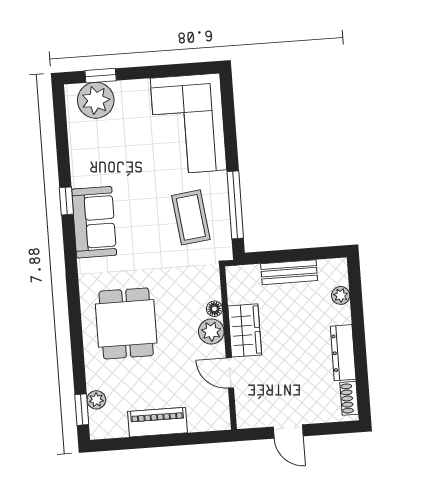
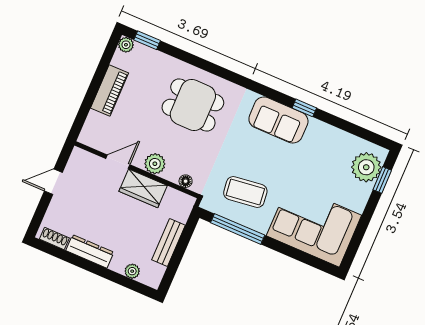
floor lamp: (214, 309) -> (186, 181), moved
plant: (96, 400) -> (126, 45), moved

